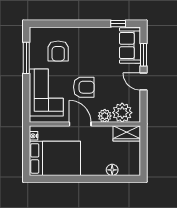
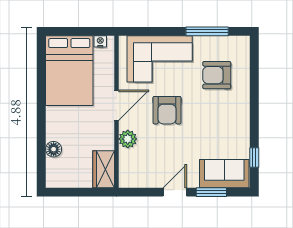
plant: (122, 113) -> (132, 163), removed

